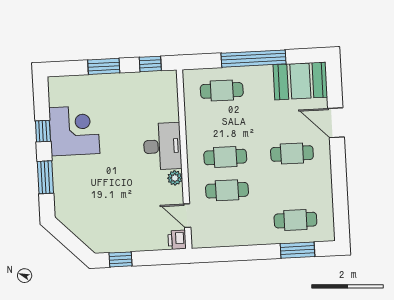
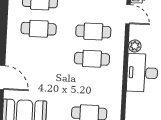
cafe table: (292, 154) -> (39, 29), moved

